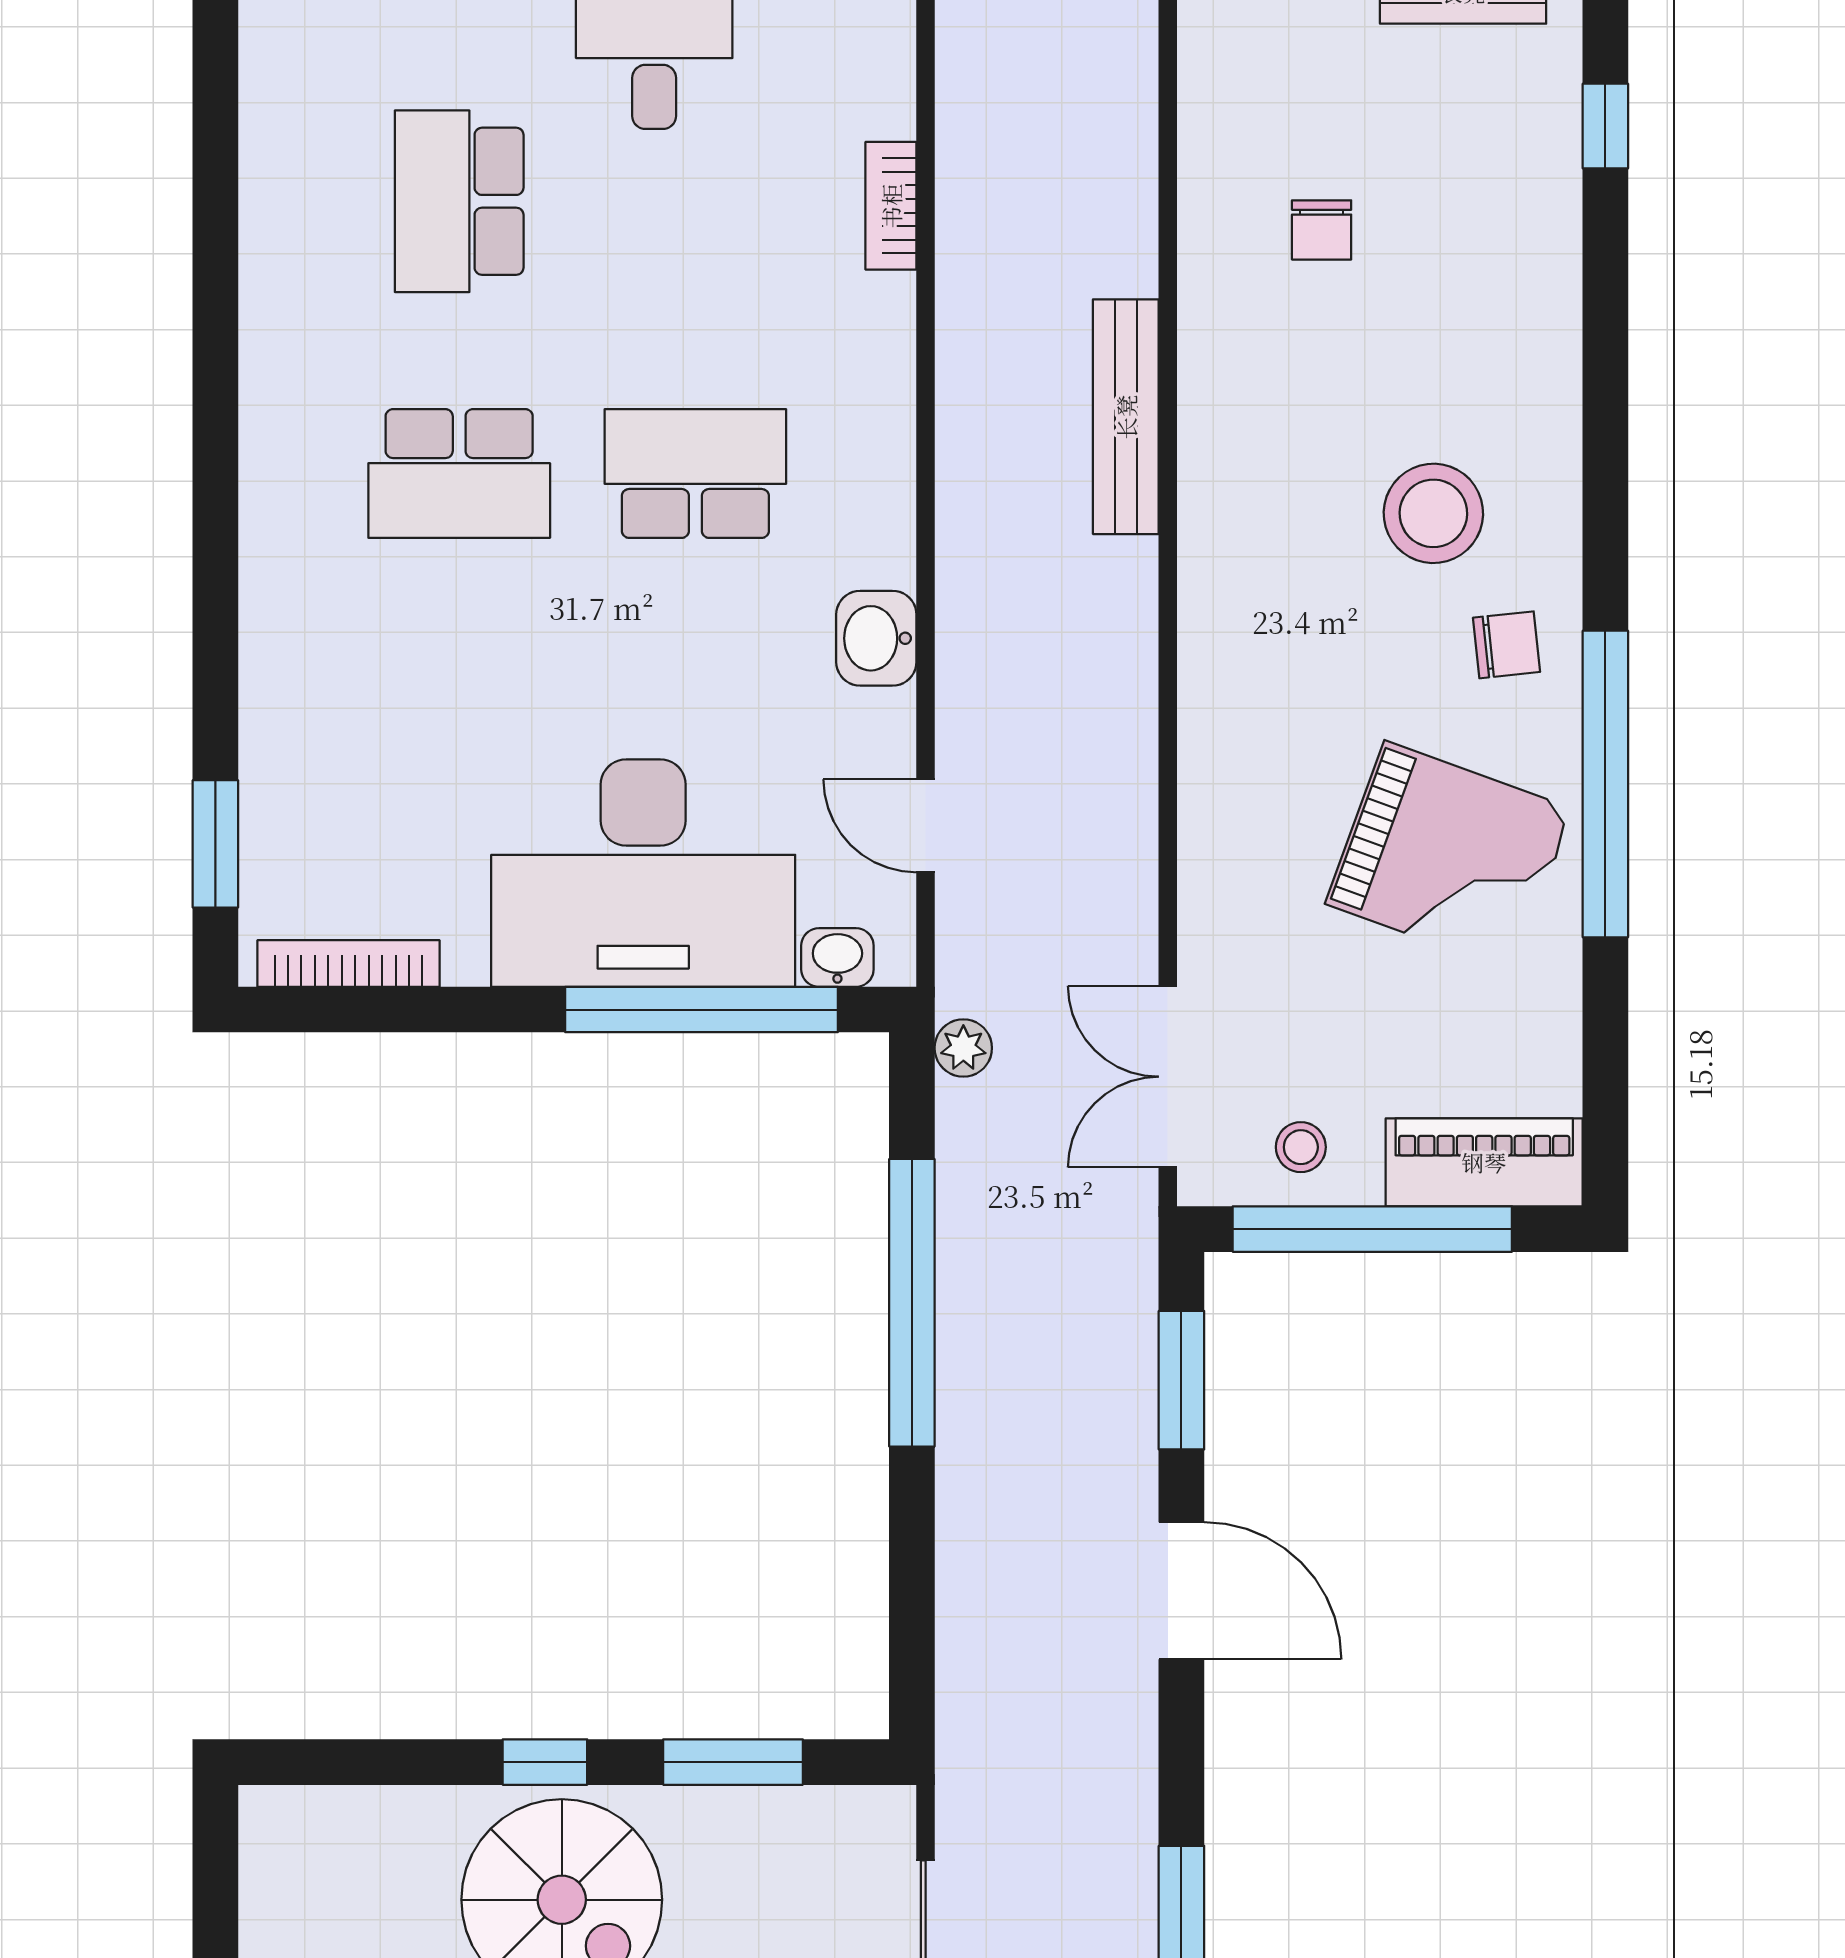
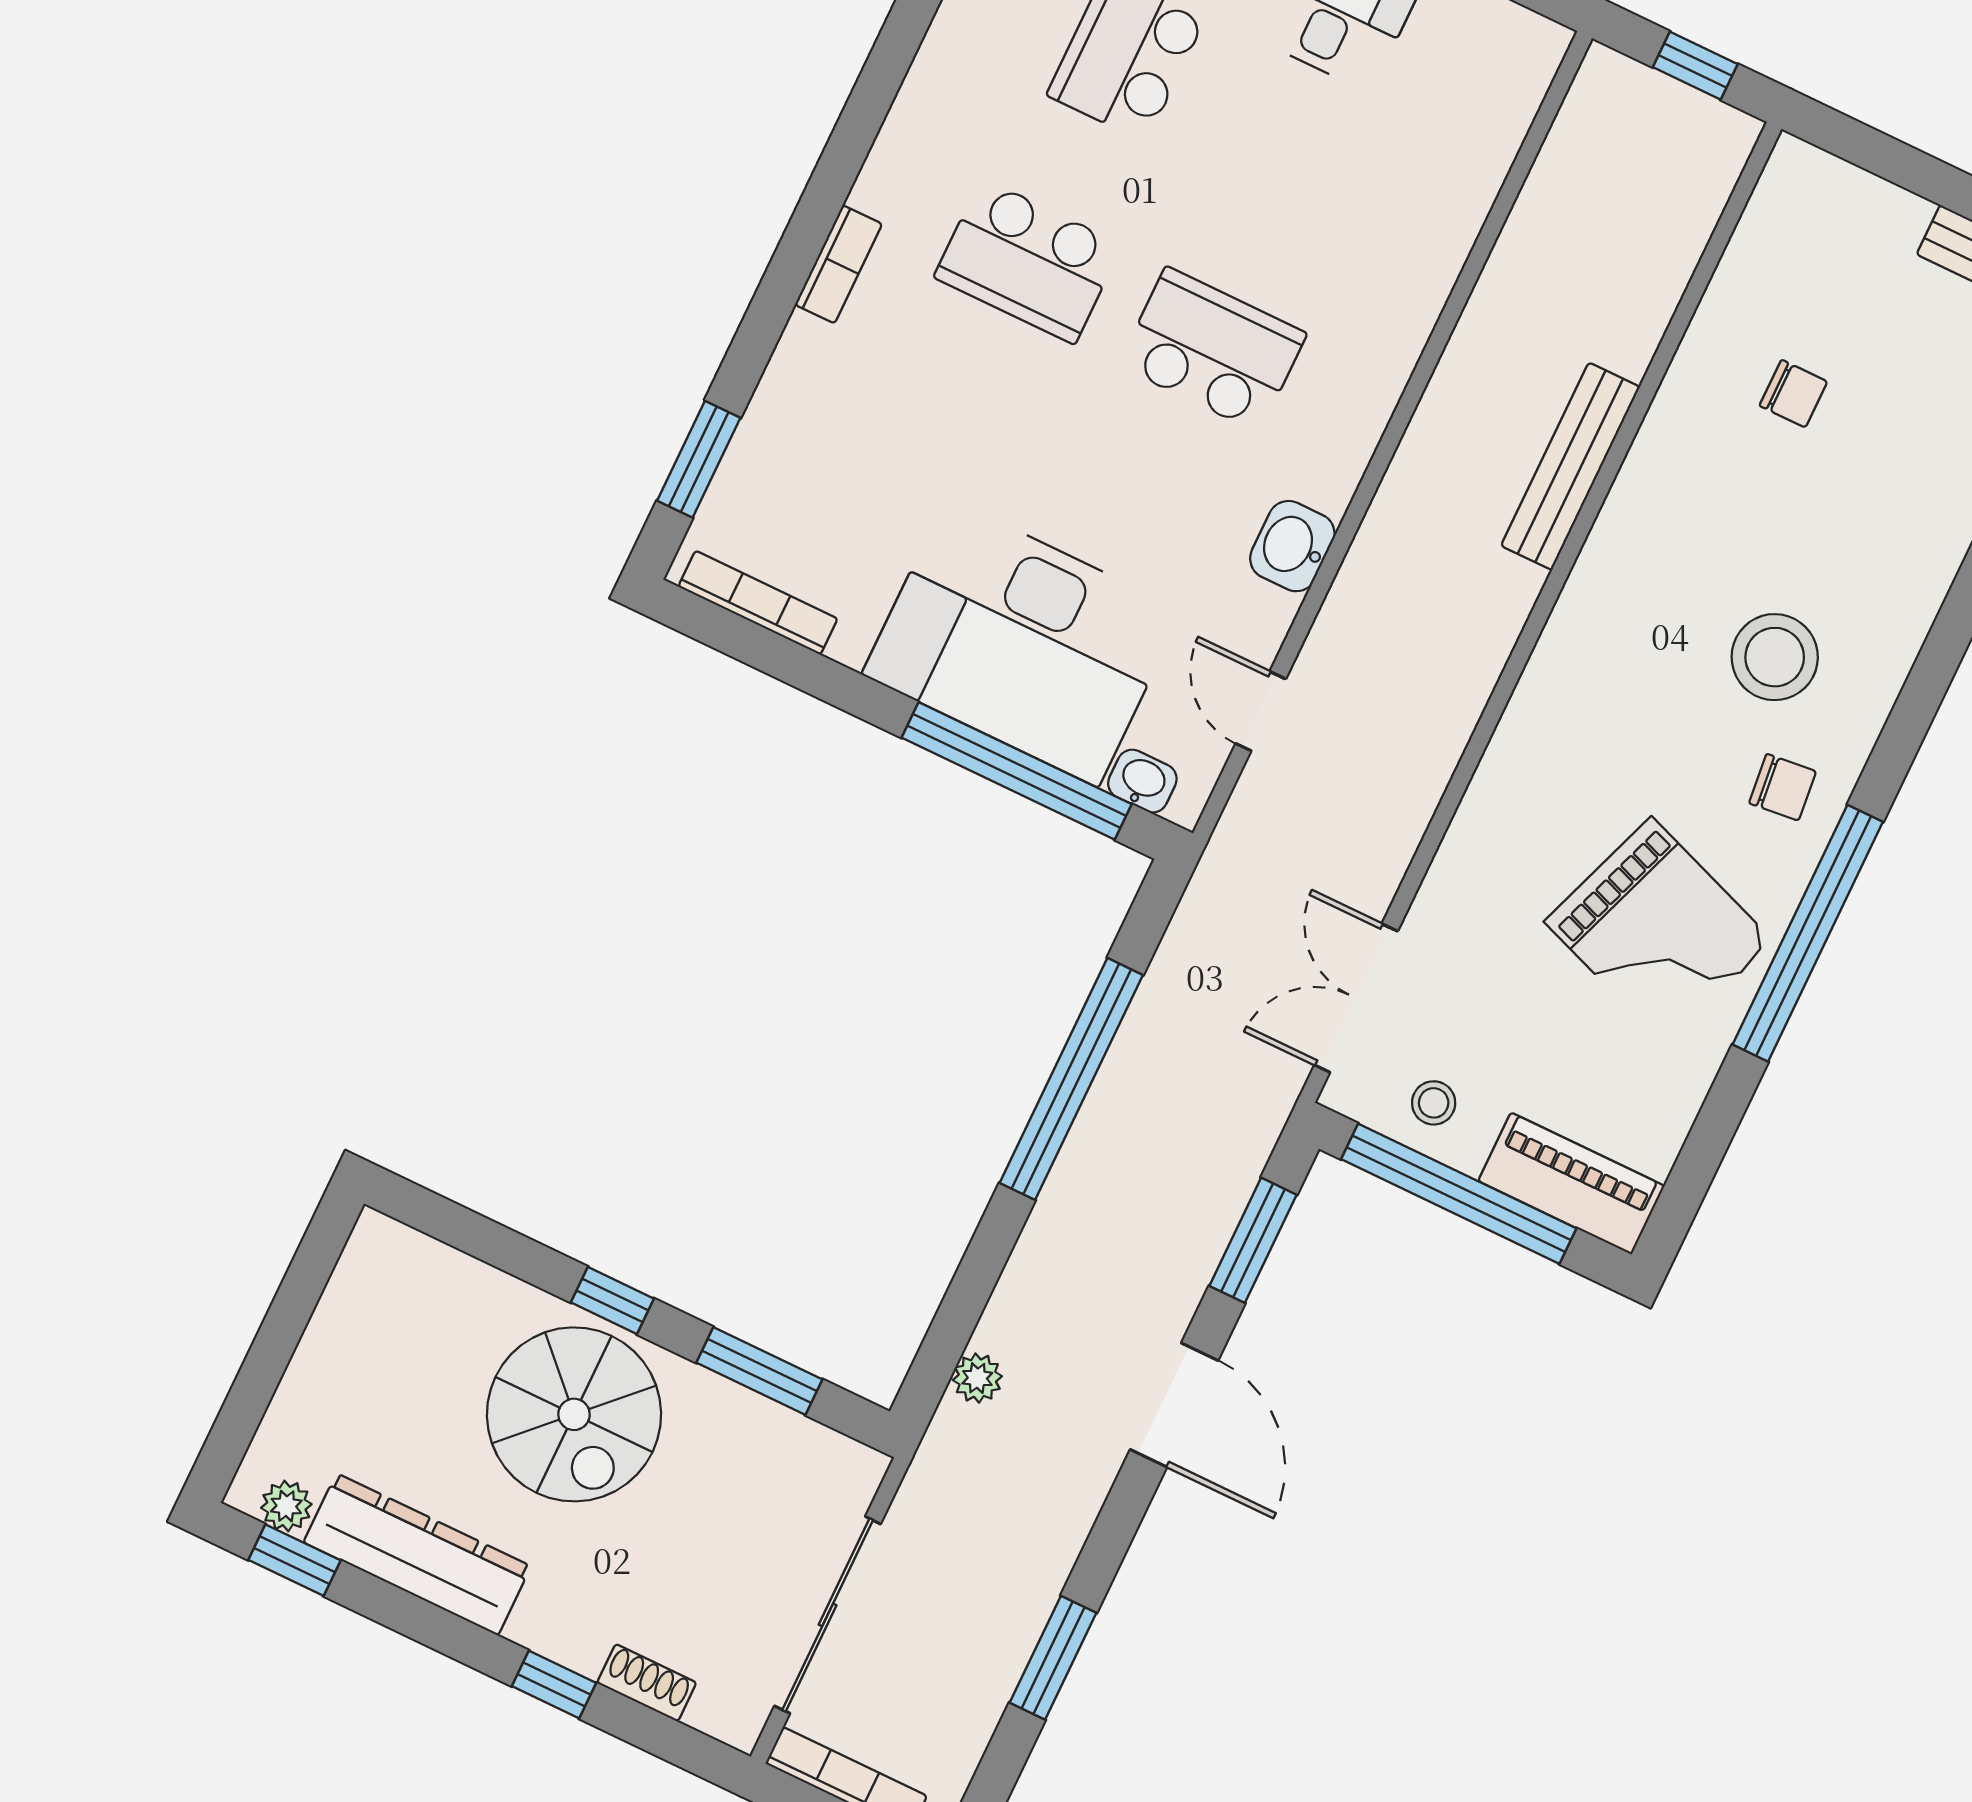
bookcase: (891, 206) -> (839, 264), moved, turned 180
chair: (1322, 230) -> (1793, 394), turned -90
plant: (963, 1048) -> (977, 1378), moved

